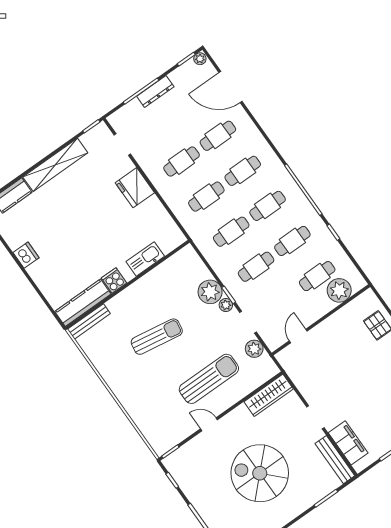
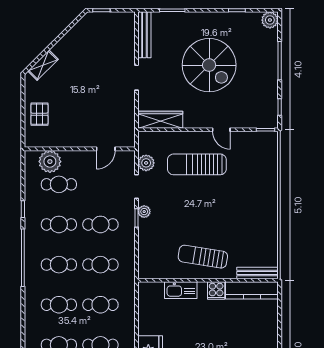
plant: (210, 292) -> (149, 230), removed
sun lounger: (157, 337) -> (203, 257), moved
filing cabinet: (348, 443) -> (125, 41), removed

